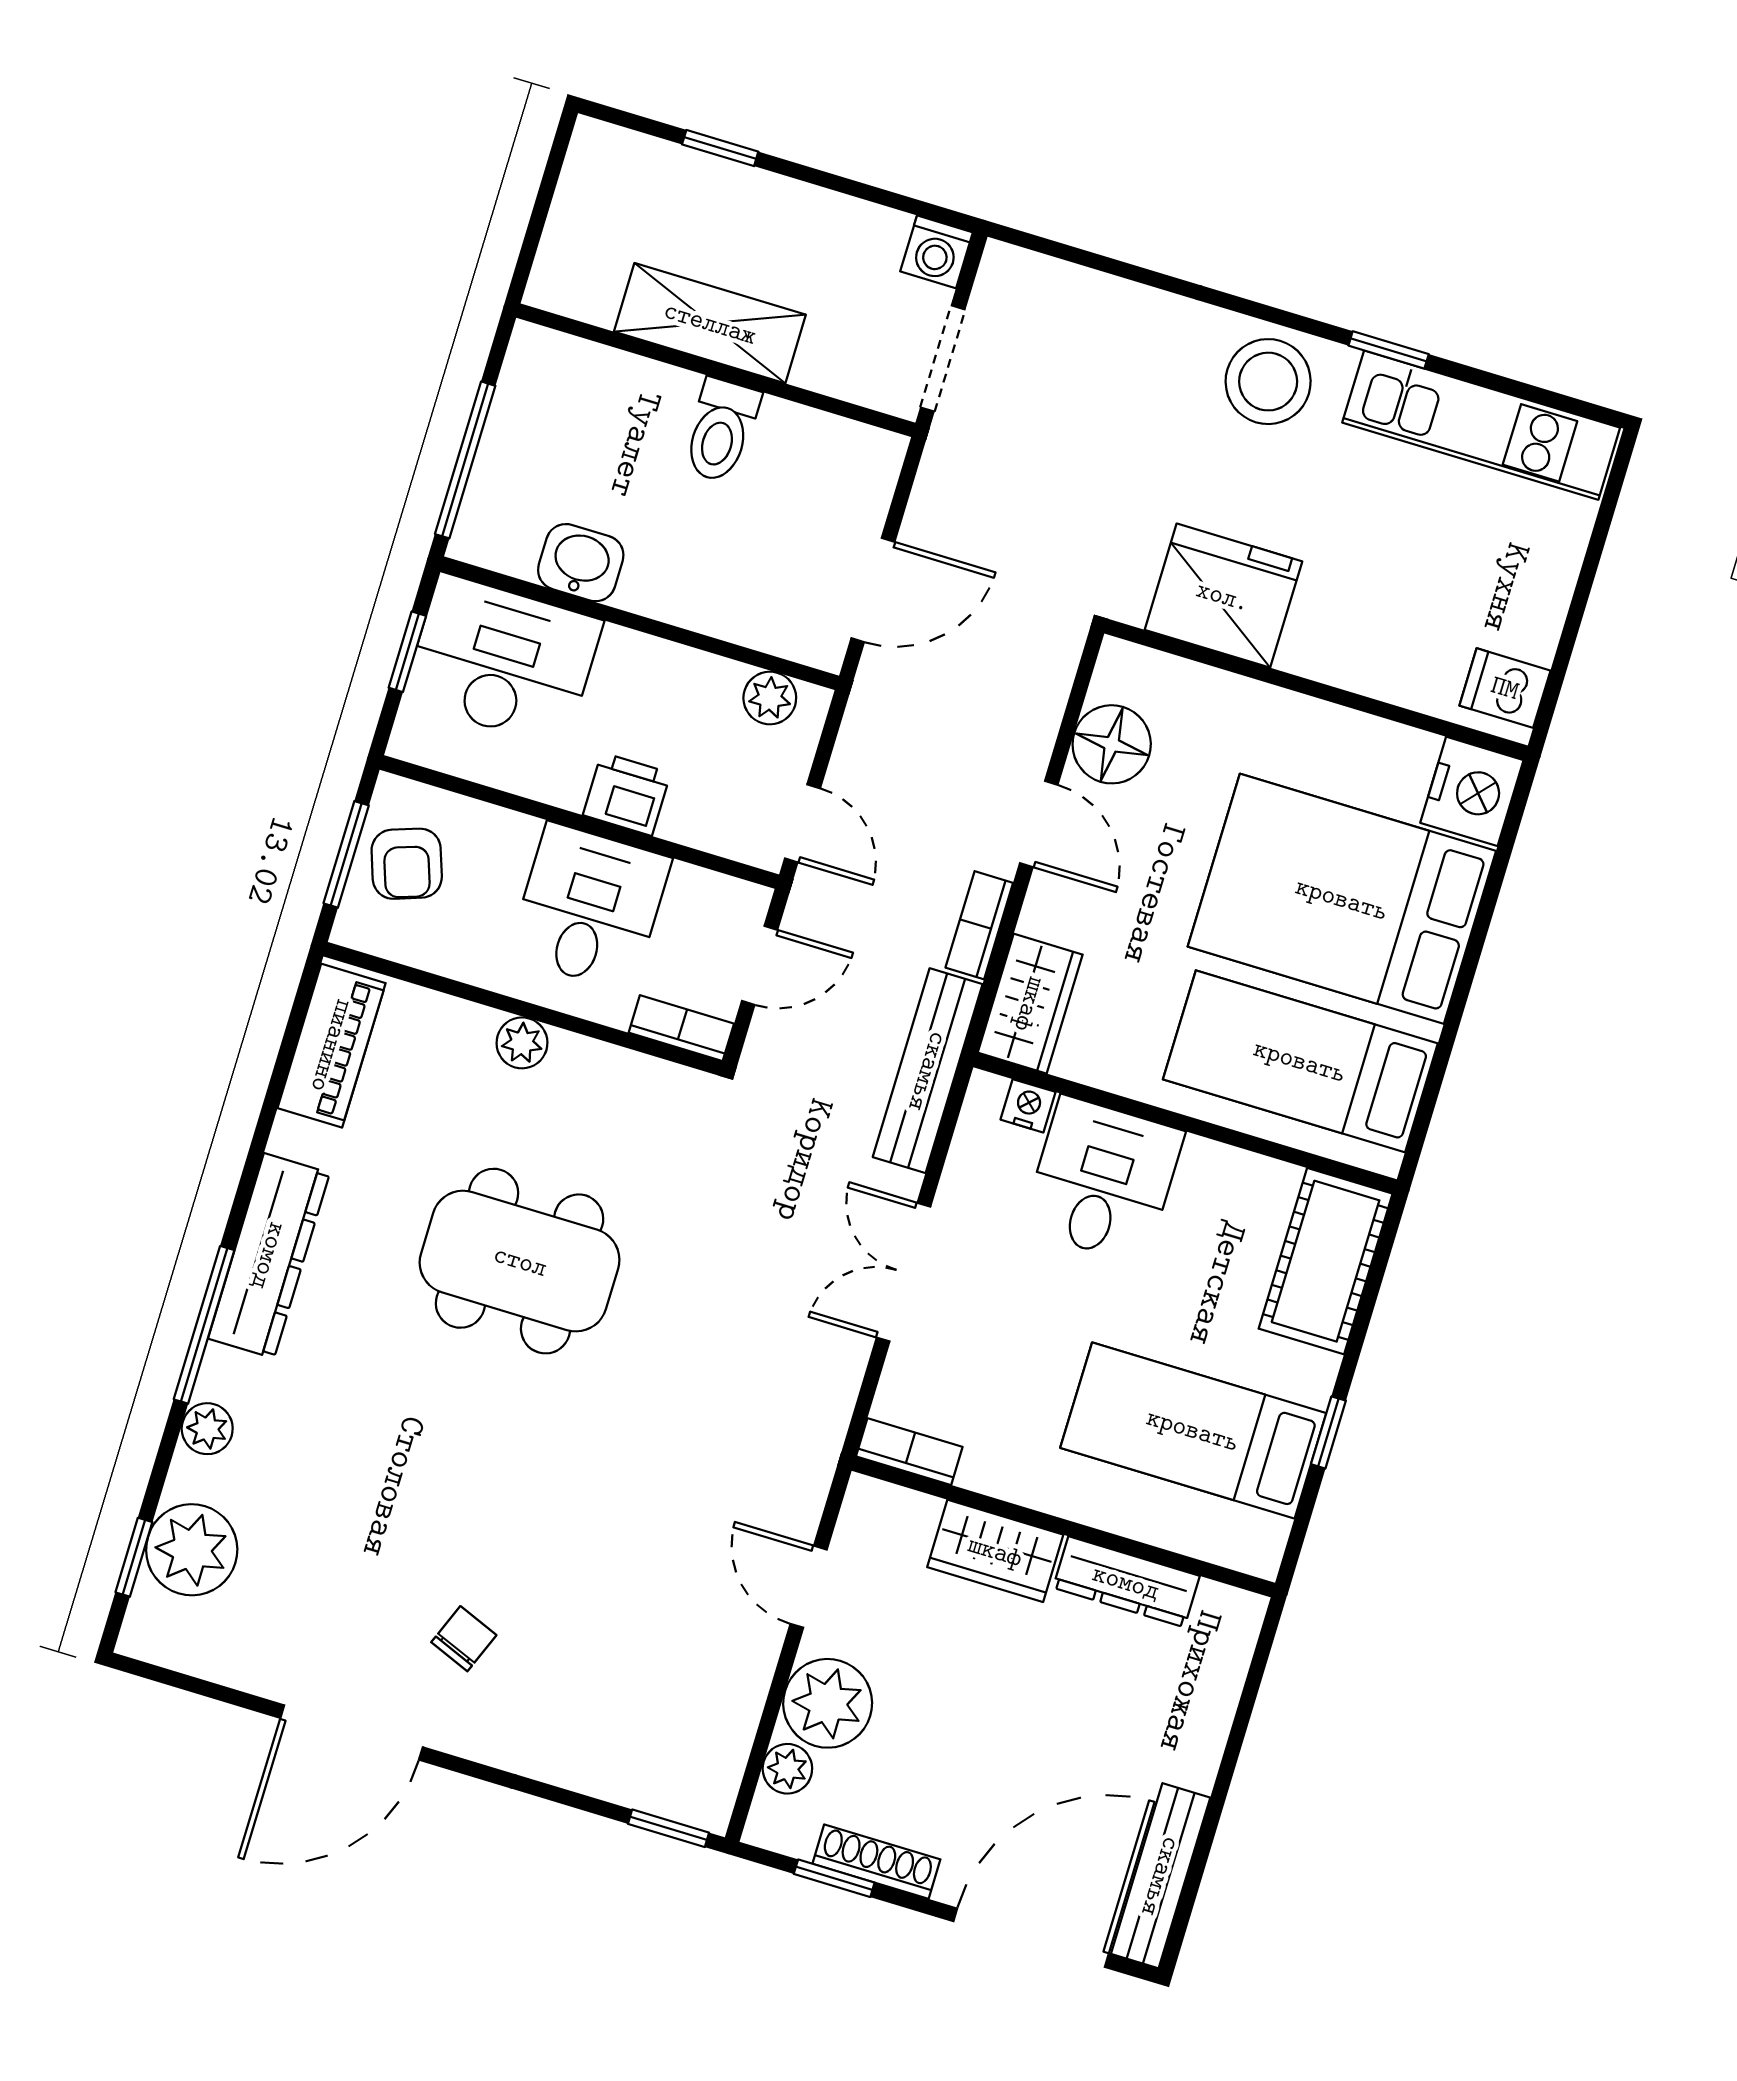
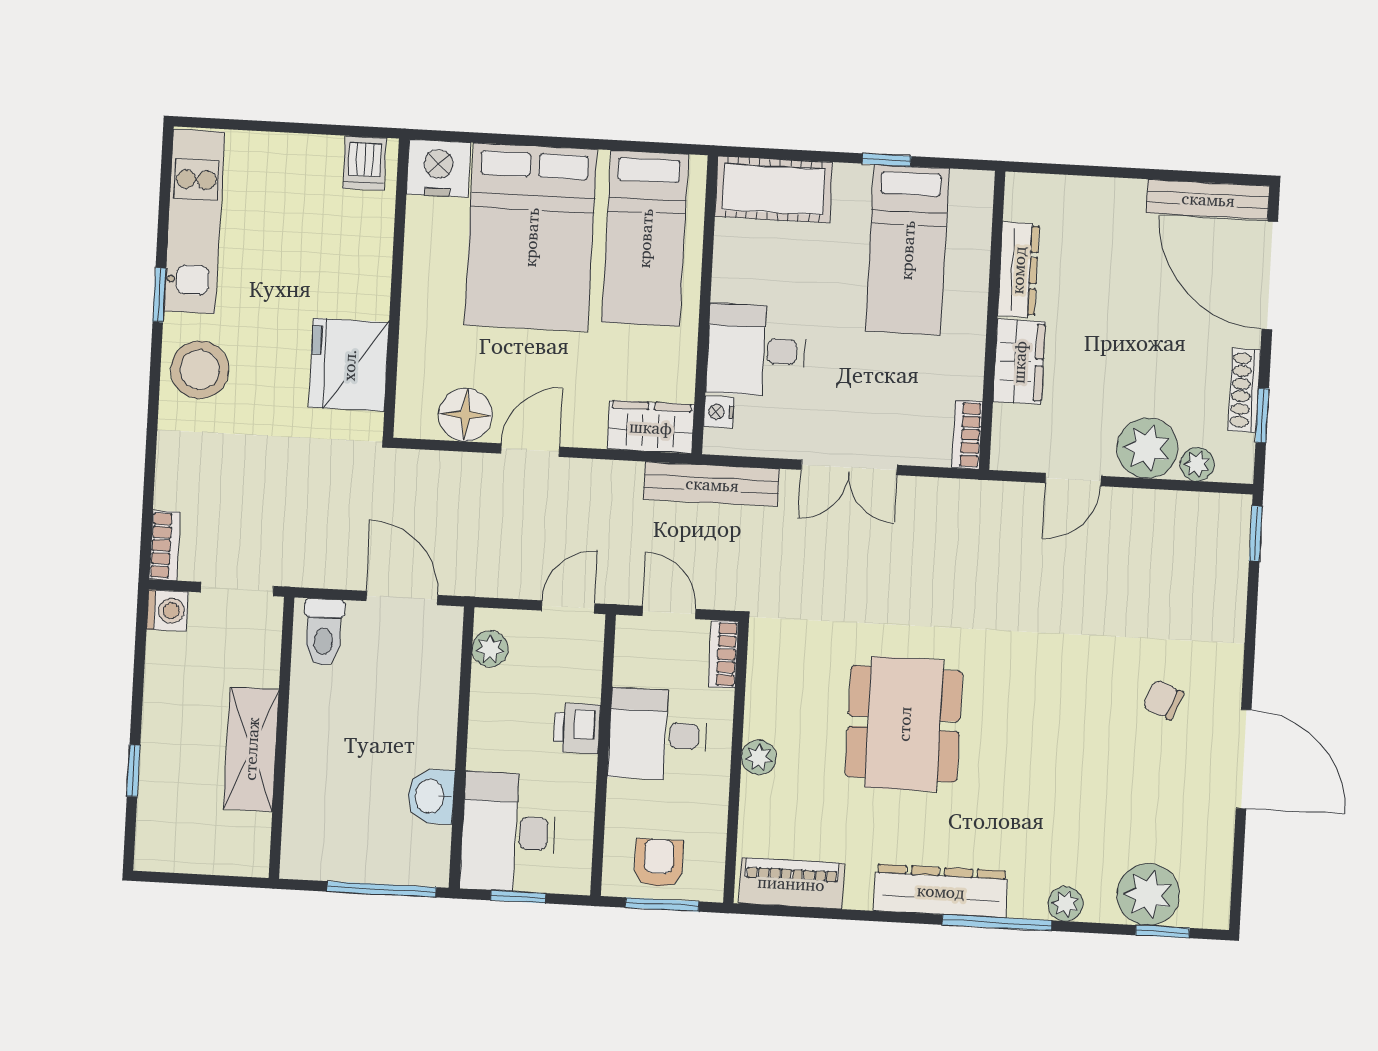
toilet: (721, 431) -> (324, 632), moved, turned 90
armchair: (407, 864) -> (659, 863), turned -71
bookcase: (979, 925) -> (165, 546), moved, turned -90

